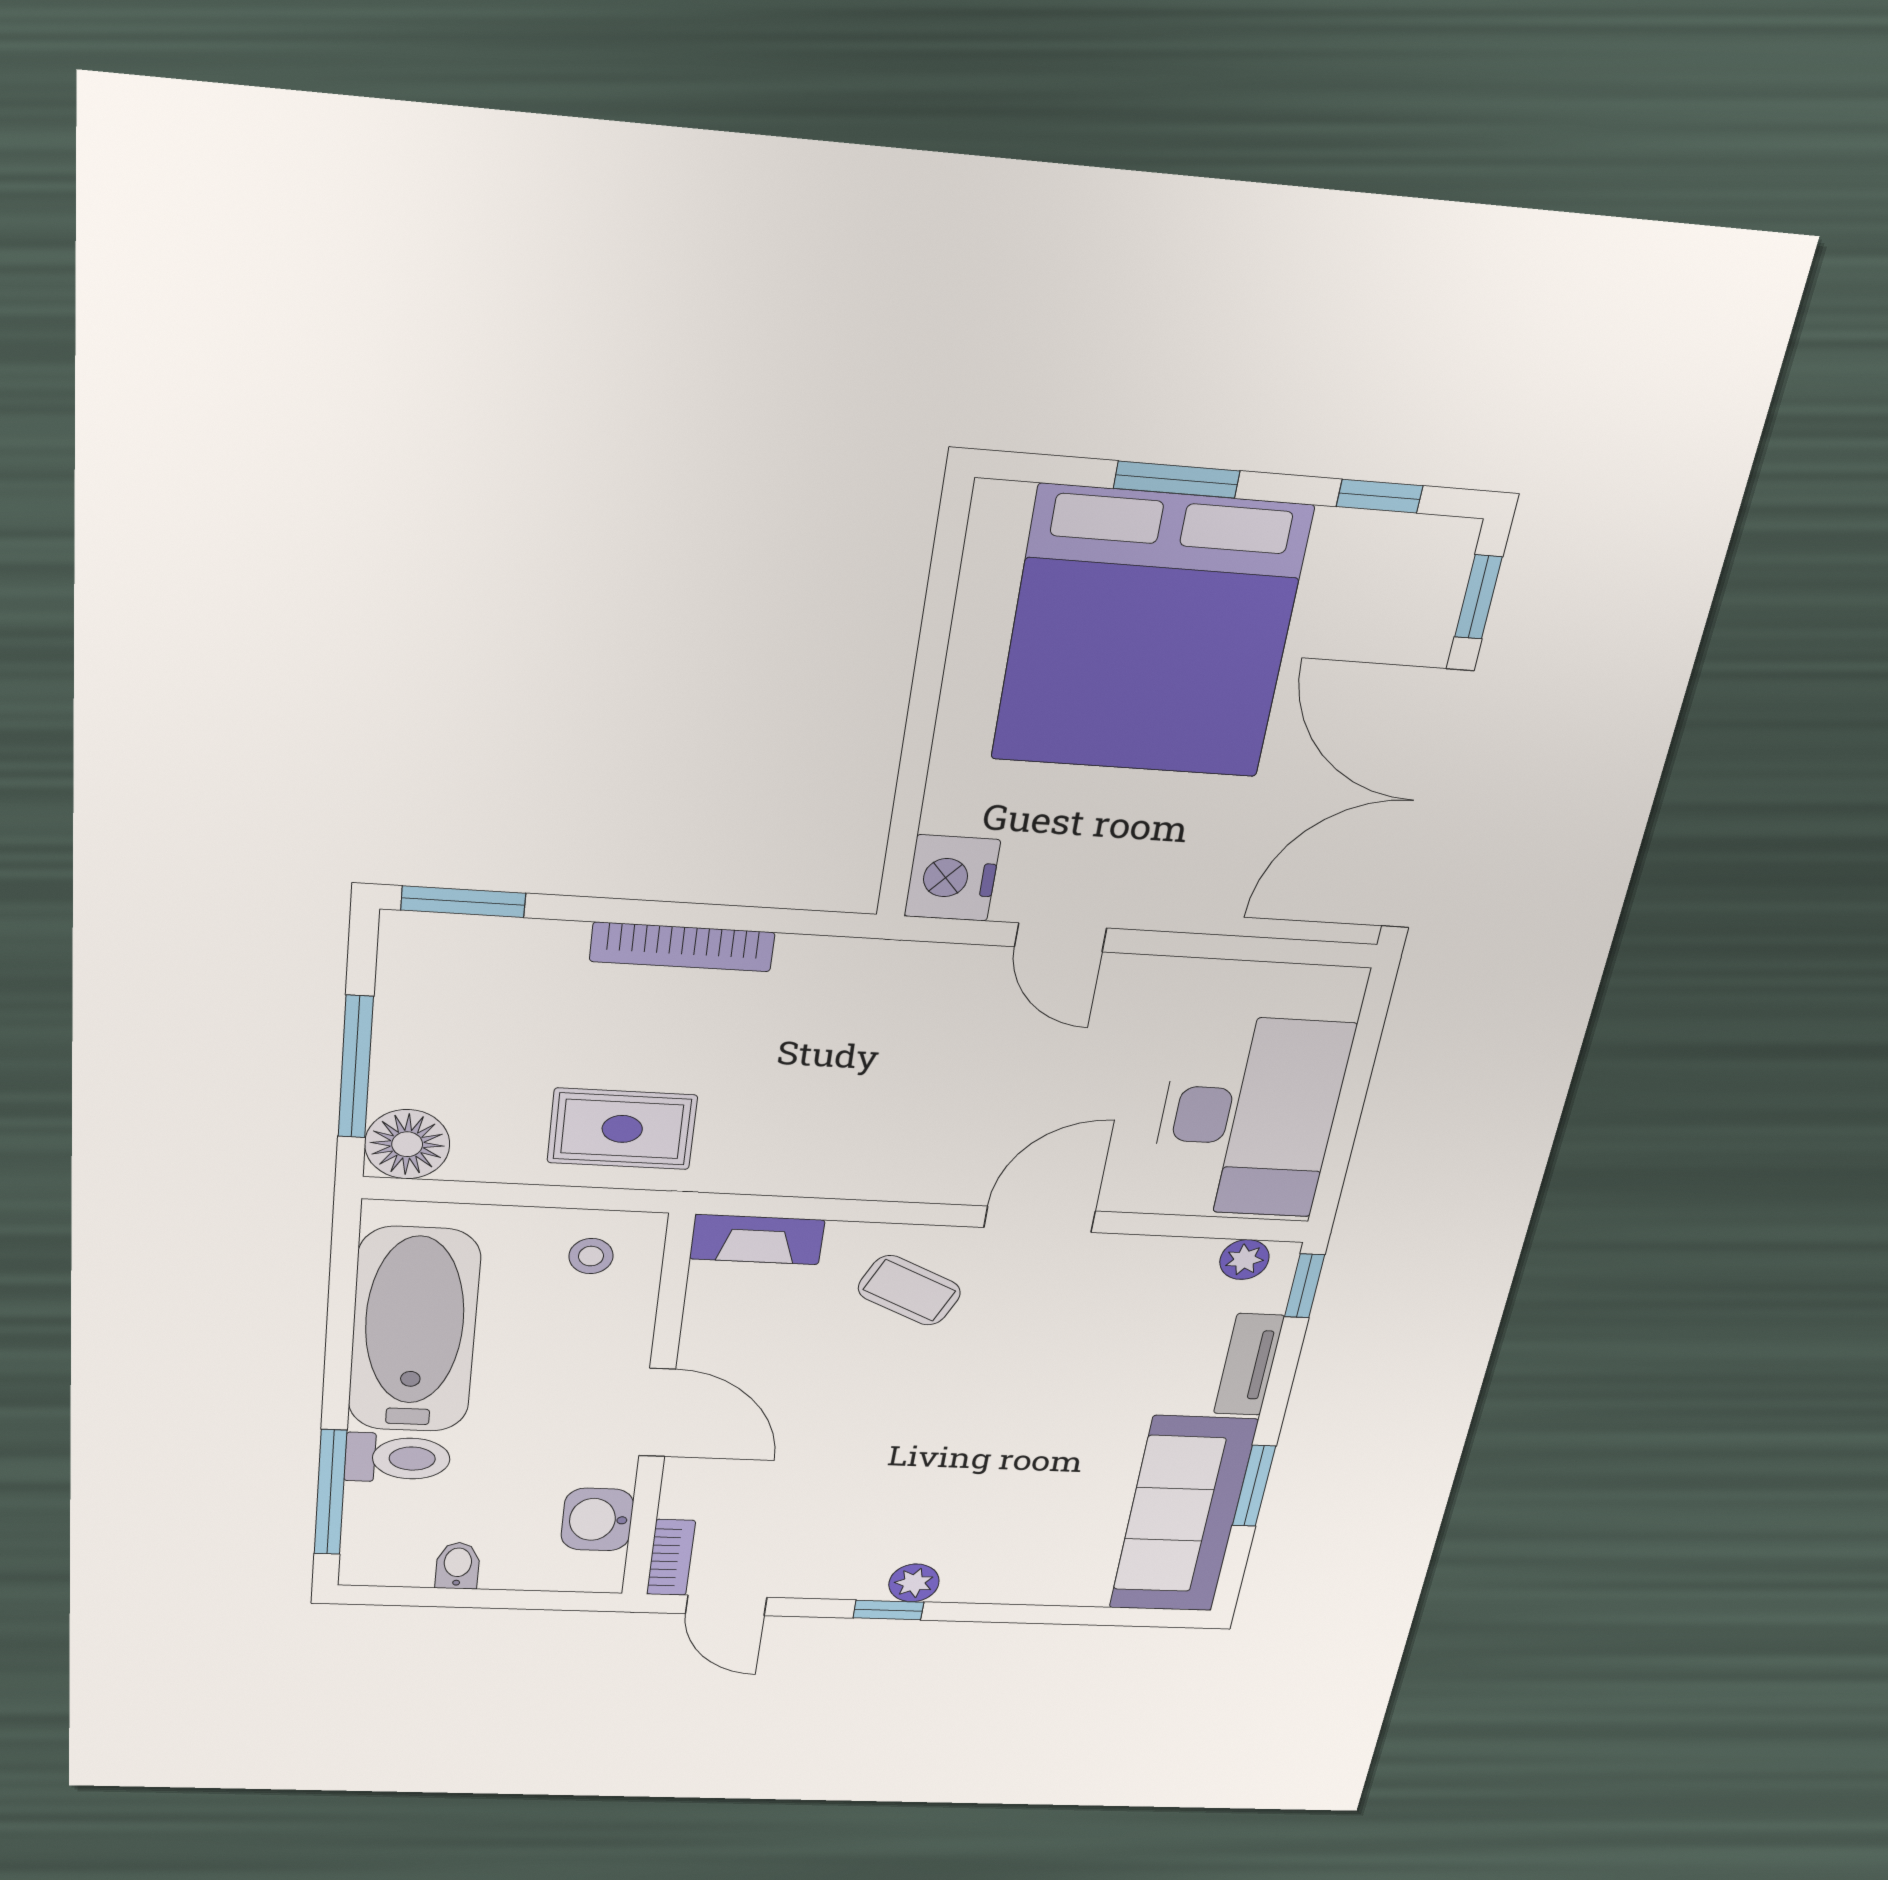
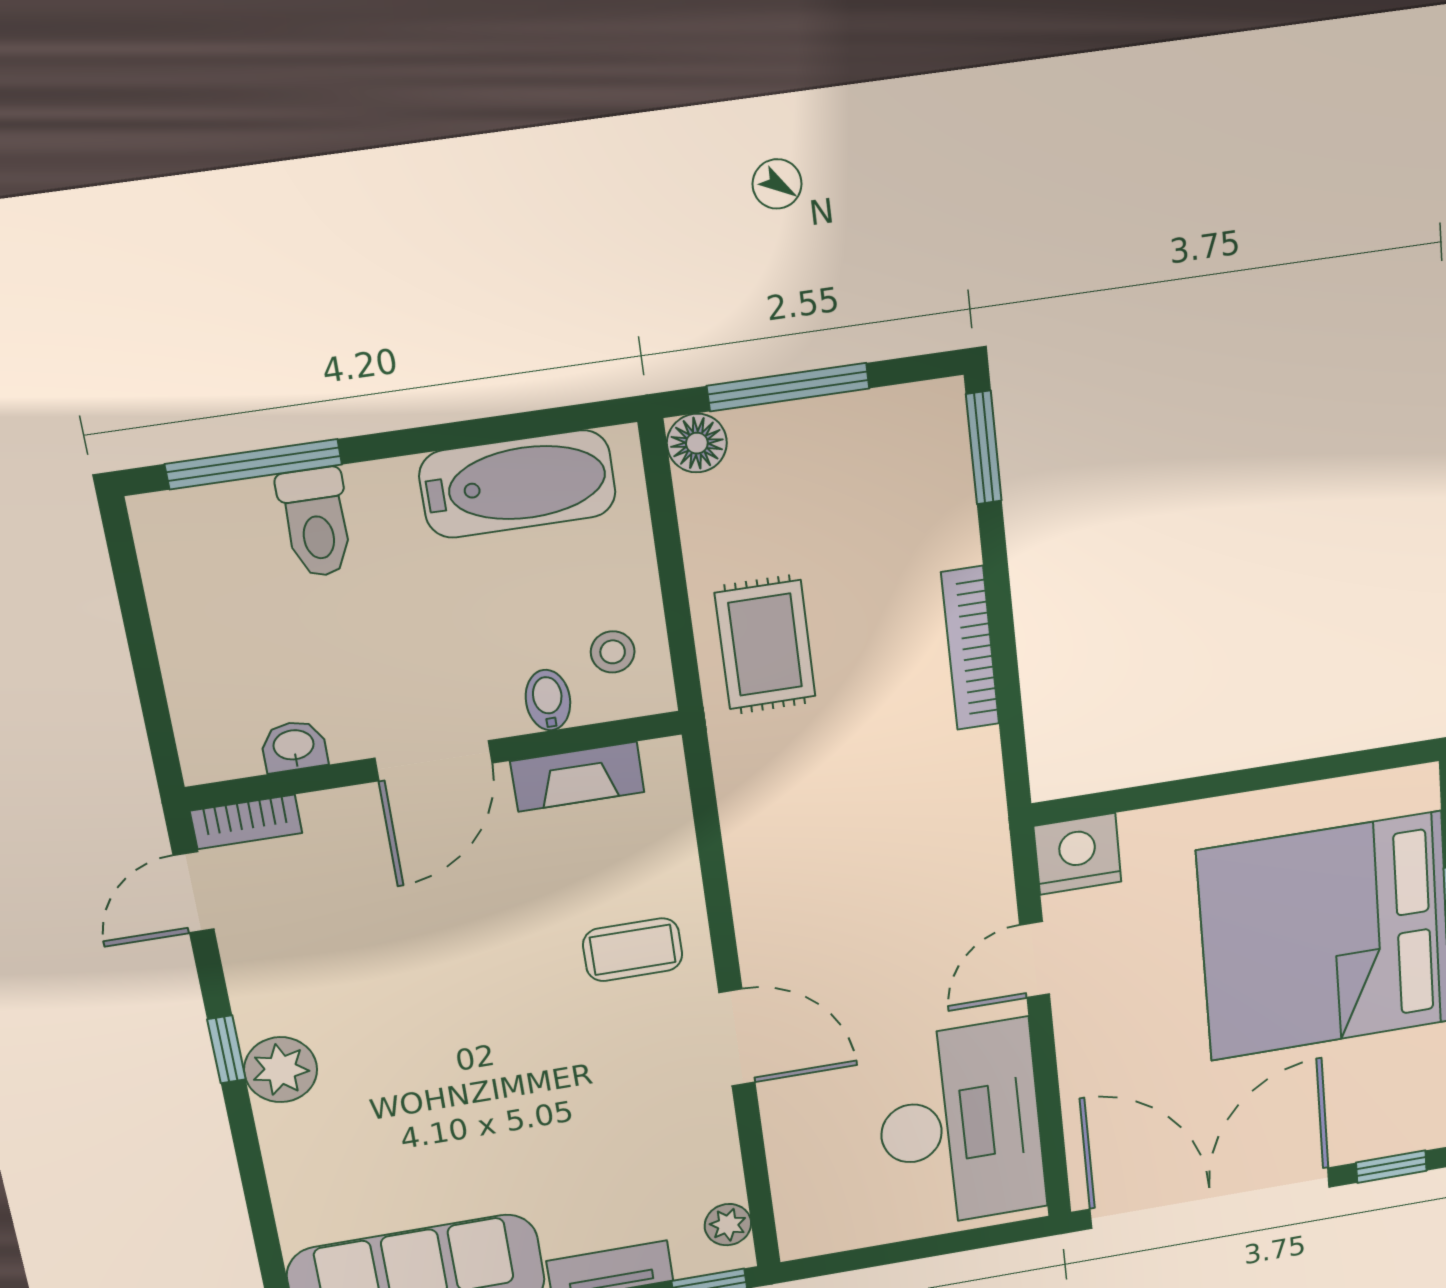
desk: (1249, 1117) -> (960, 1125), moved, turned -90
floor lamp: (407, 1144) -> (697, 443), width x0.73, depth x0.73
fireplace: (757, 1239) -> (577, 777), moved, turned -90
coffee table: (909, 1290) -> (633, 950), turned 65
bathtub: (414, 1331) -> (518, 484), width x0.73, depth x0.73
washbasin: (597, 1520) -> (294, 746), width x0.72, depth x0.69
bidet: (458, 1566) -> (548, 700), moved, turned -90
plant: (914, 1583) -> (281, 1070), width x1.38, depth x1.38

